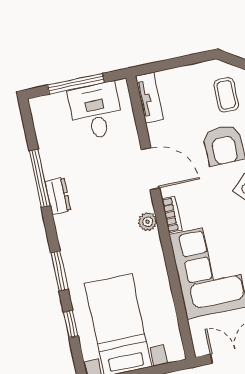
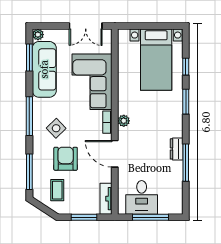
window: (177, 62) -> (84, 217), added

